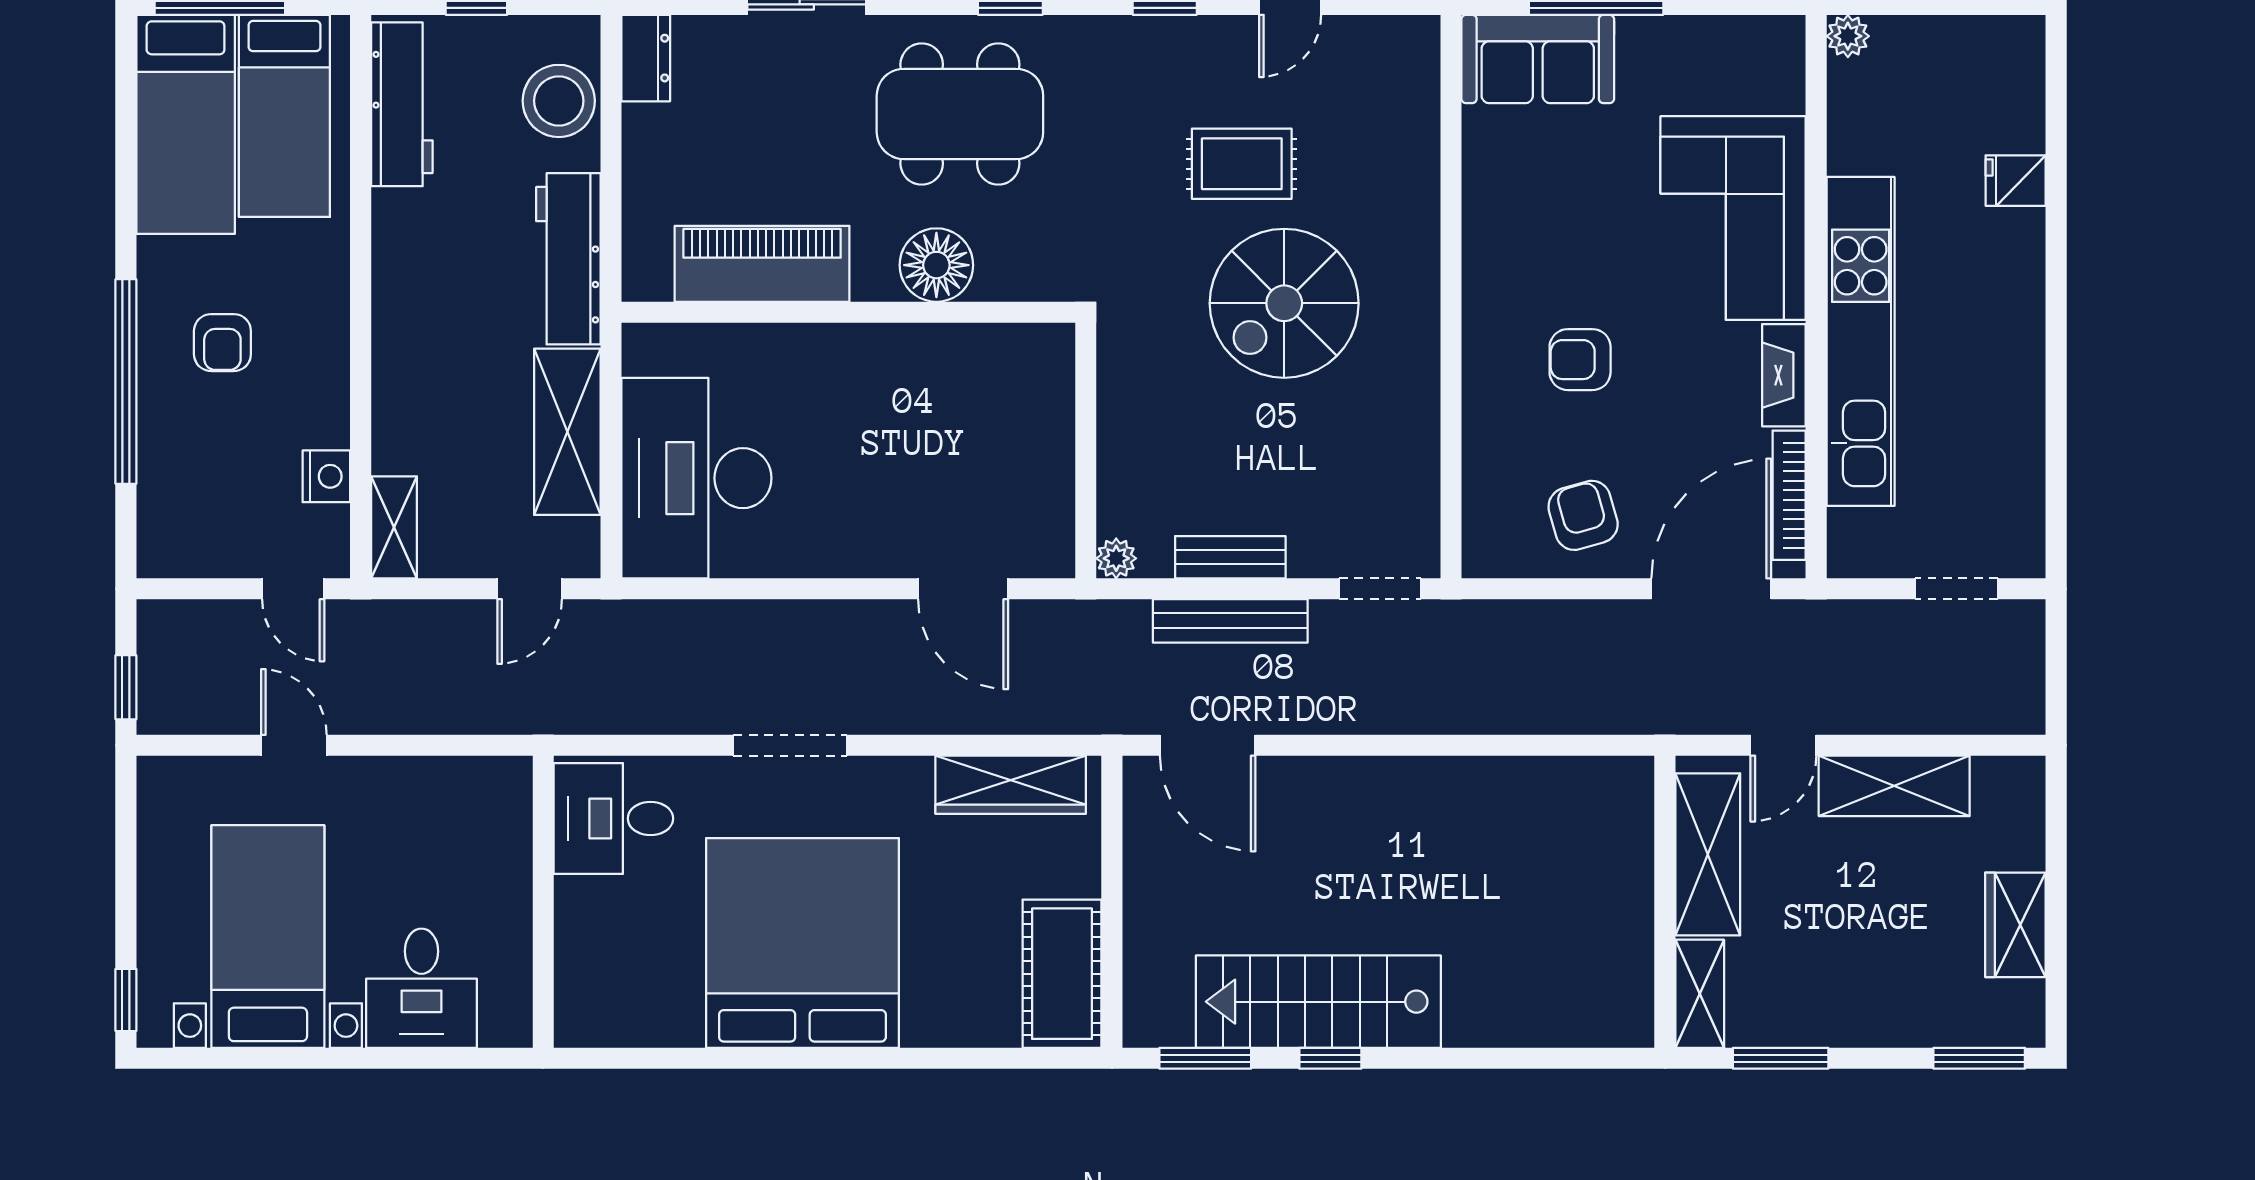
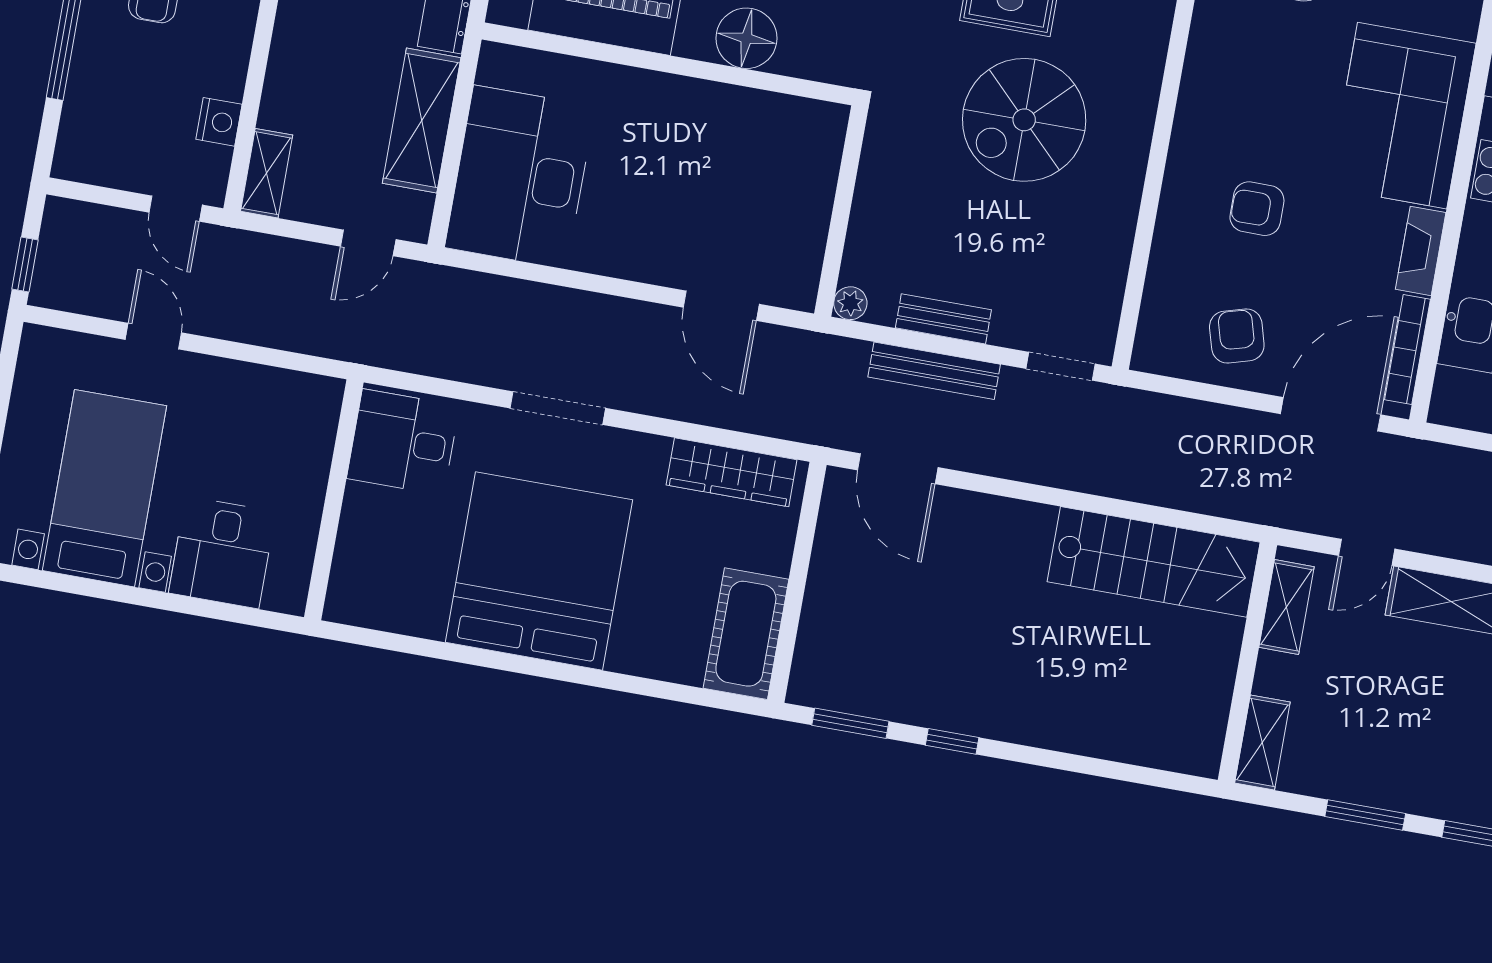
shelving: (1708, 854) -> (1286, 607), width x0.67, depth x0.75
stairs: (1318, 1002) -> (1154, 562), moved, turned 180
window: (1781, 1058) -> (1365, 815), moved

